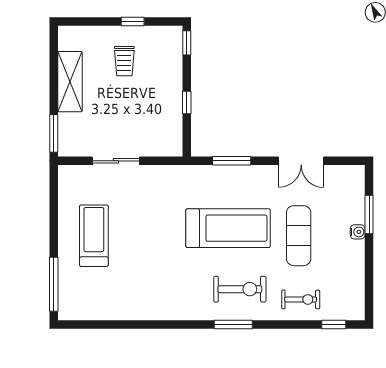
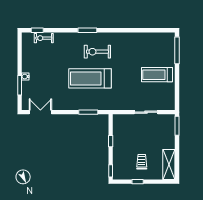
shelving: (70, 82) -> (169, 164), moved
double door: (301, 161) -> (40, 112), moved
treadmill: (94, 236) -> (157, 75), turned 90
exercise mat: (299, 236) -> (55, 75), removed
exercise bike: (240, 289) -> (97, 52), moved
exercise bike: (301, 299) -> (44, 38), moved

